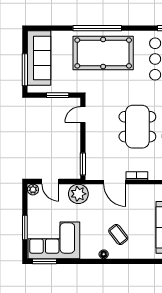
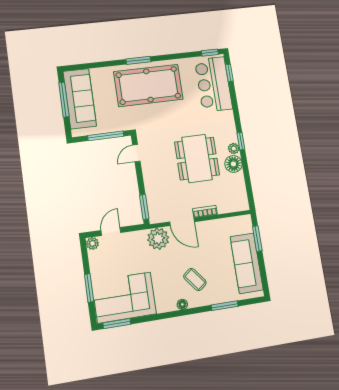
window: (97, 28) -> (138, 60), width x0.47
window: (25, 70) -> (64, 100), moved
window: (58, 95) -> (106, 136), width x1.44
door: (50, 181) -> (111, 232), swing flipped
plant: (78, 194) -> (158, 239), moved
window: (141, 261) -> (225, 306), added

